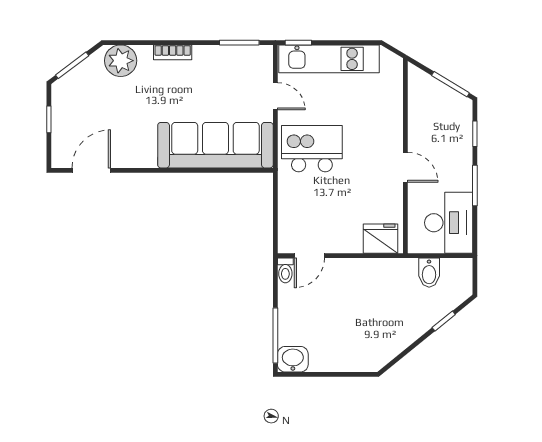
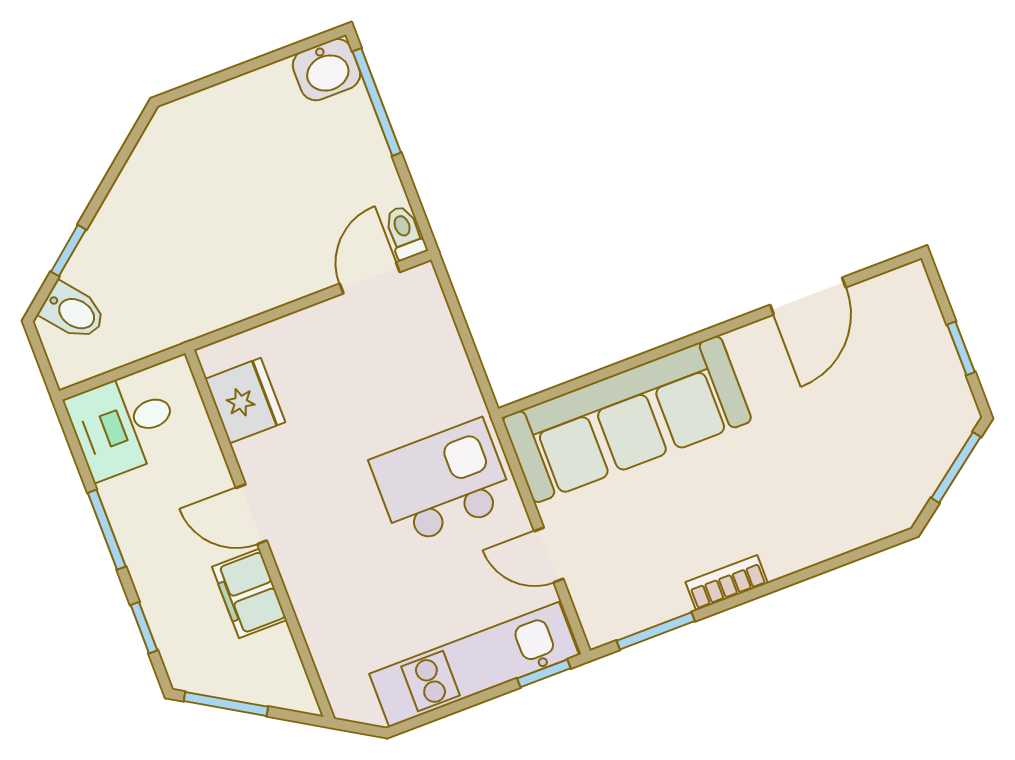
bookcase: (173, 52) -> (727, 583), moved
plant: (121, 61) -> (867, 511), removed
filing cabinet: (420, 131) -> (249, 593), added
kitchen island: (312, 149) -> (442, 482), turned 180
door: (91, 170) -> (808, 296), moved
desk: (449, 223) -> (124, 425), width x0.73
fridge: (380, 239) -> (245, 401), moved, turned -90
bidet: (429, 273) -> (73, 312), moved, turned 141

